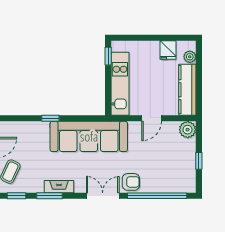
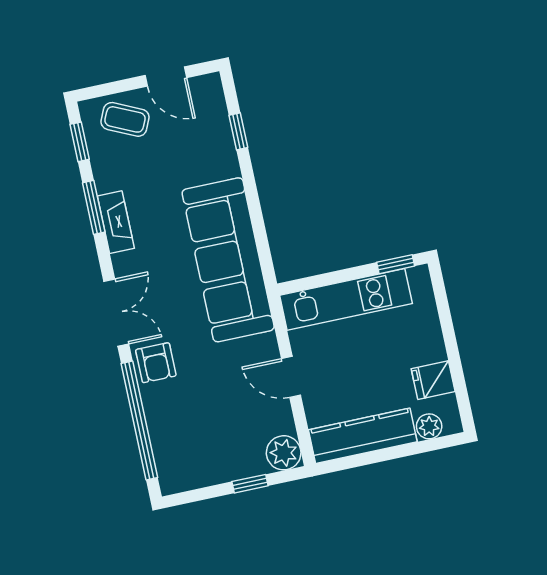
window: (50, 118) -> (238, 131), moved
window: (199, 161) -> (250, 484), moved

